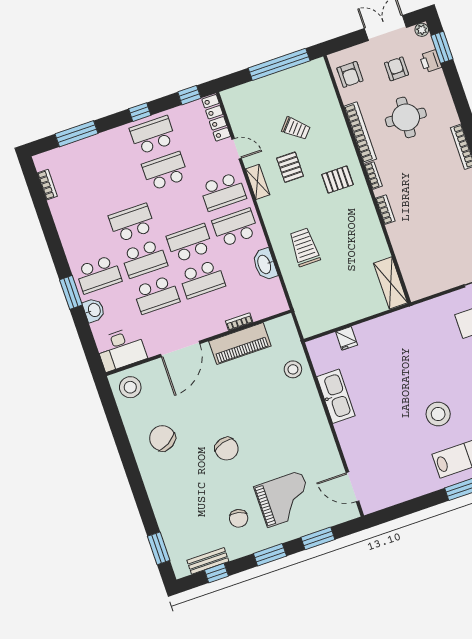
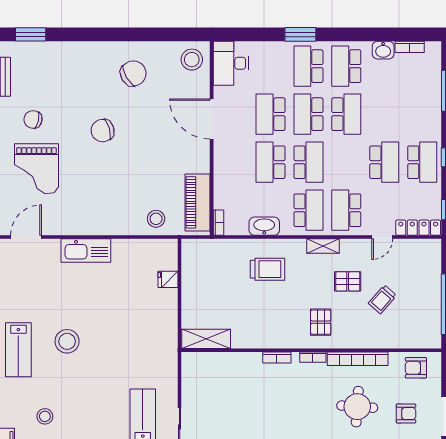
shelving: (258, 182) -> (323, 246), moved
school desk: (86, 238) -> (346, 66), added
washbasin: (94, 310) -> (383, 50), moved
bookcase: (239, 322) -> (218, 223), moved
piano: (240, 344) -> (198, 202), moved
kitchen sink: (336, 396) -> (86, 251), moved

